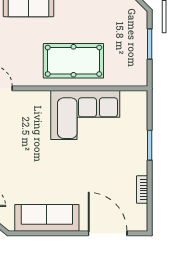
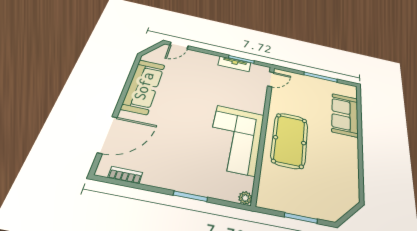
plant: (142, 97) -> (245, 198), added
bookcase: (142, 190) -> (125, 175), moved

